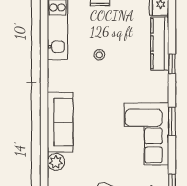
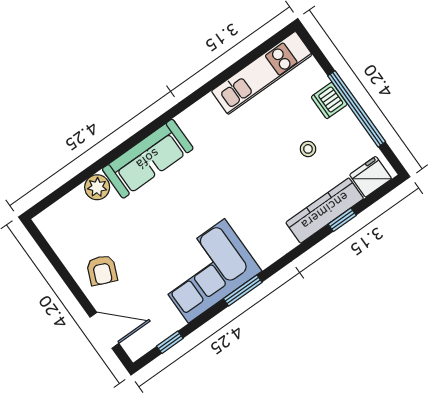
stool: (99, 55) -> (308, 149), moved
window: (172, 64) -> (342, 220), moved

